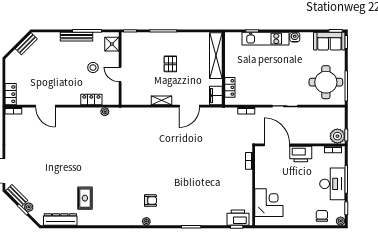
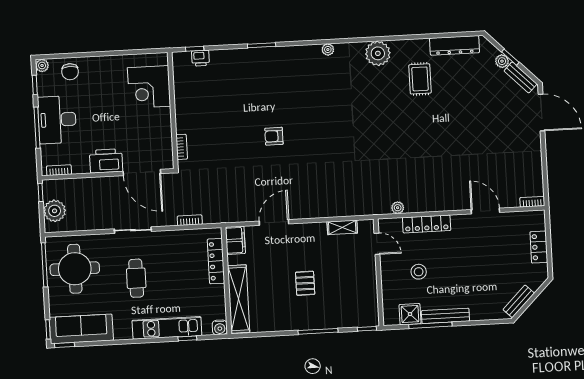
water cooler: (295, 37) -> (220, 327), moved
sofa: (329, 41) -> (81, 329), width x1.36
shower: (112, 44) -> (410, 314), moved
cafe table: (285, 73) -> (136, 278), added
door: (120, 74) -> (377, 244), moved
locker: (230, 87) -> (216, 261), width x1.53
locker: (11, 94) -> (539, 247), moved
locker: (91, 100) -> (427, 224), width x1.53
shelving: (162, 100) -> (342, 227), moved
plant: (337, 136) -> (55, 211), moved
armchair: (150, 201) -> (274, 136), moved
plant: (113, 217) -> (378, 53), added
printer: (238, 218) -> (201, 58), width x0.53, depth x0.68

